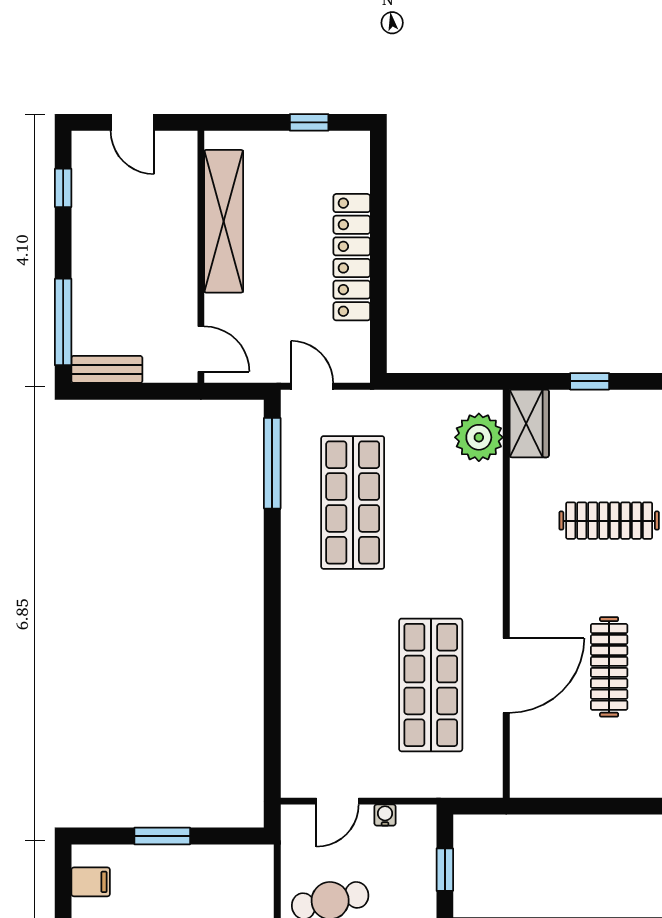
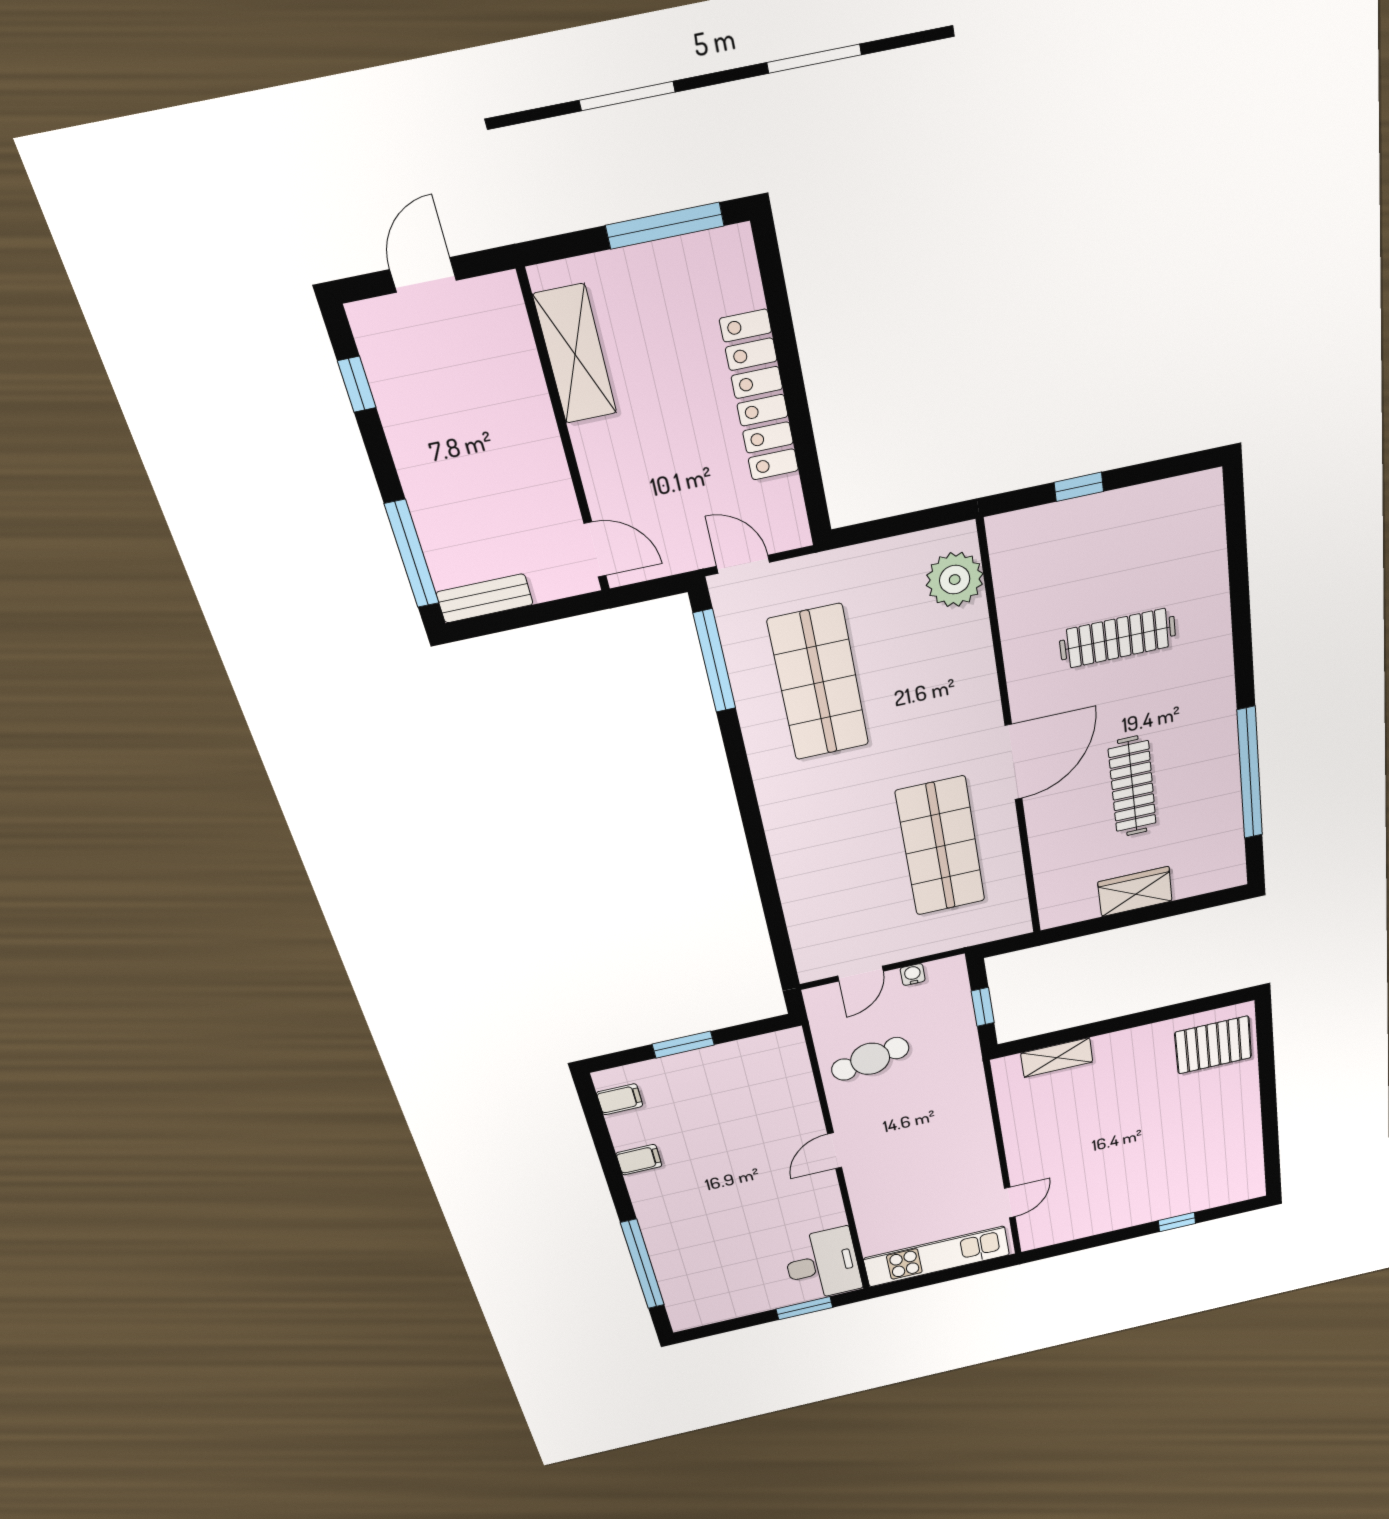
door: (132, 122) -> (423, 275), swing flipped
window: (309, 122) -> (665, 226), width x2.17
shelving: (224, 221) -> (575, 354), width x0.68
wardrobe: (529, 423) -> (1135, 891), moved, turned -90
door: (506, 675) -> (1013, 762), moved

